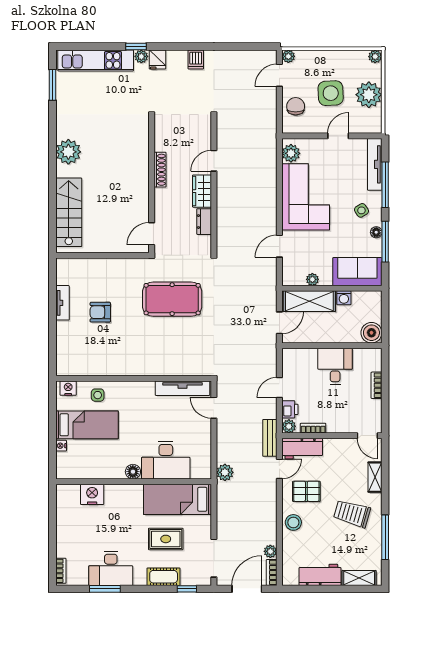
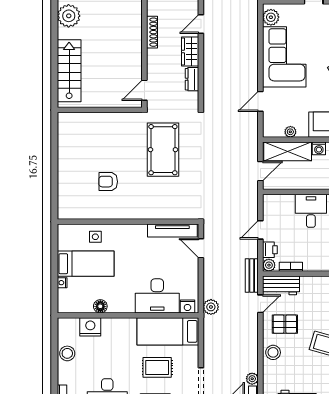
pool table: (172, 299) -> (163, 150), turned 90
tv unit: (62, 303) -> (63, 153), removed
armchair: (100, 312) -> (108, 182), moved
nightstand: (68, 388) -> (187, 306), moved, turned 180
floor lamp: (133, 472) -> (100, 306), moved
stool: (67, 524) -> (67, 353), added

